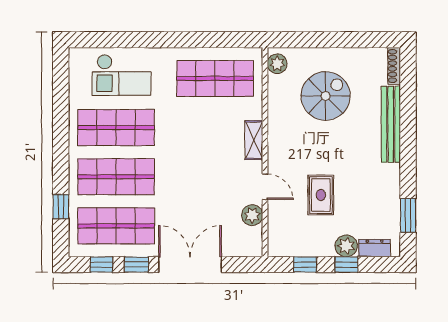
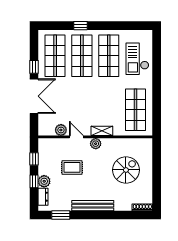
plant: (277, 64) -> (96, 144), moved
spiral stairs: (326, 96) -> (126, 170), turned -90
bench: (391, 124) -> (93, 206), moved
door: (265, 187) -> (76, 137), swing flipped
window: (61, 207) -> (81, 26), moved
window: (101, 265) -> (34, 48), removed

